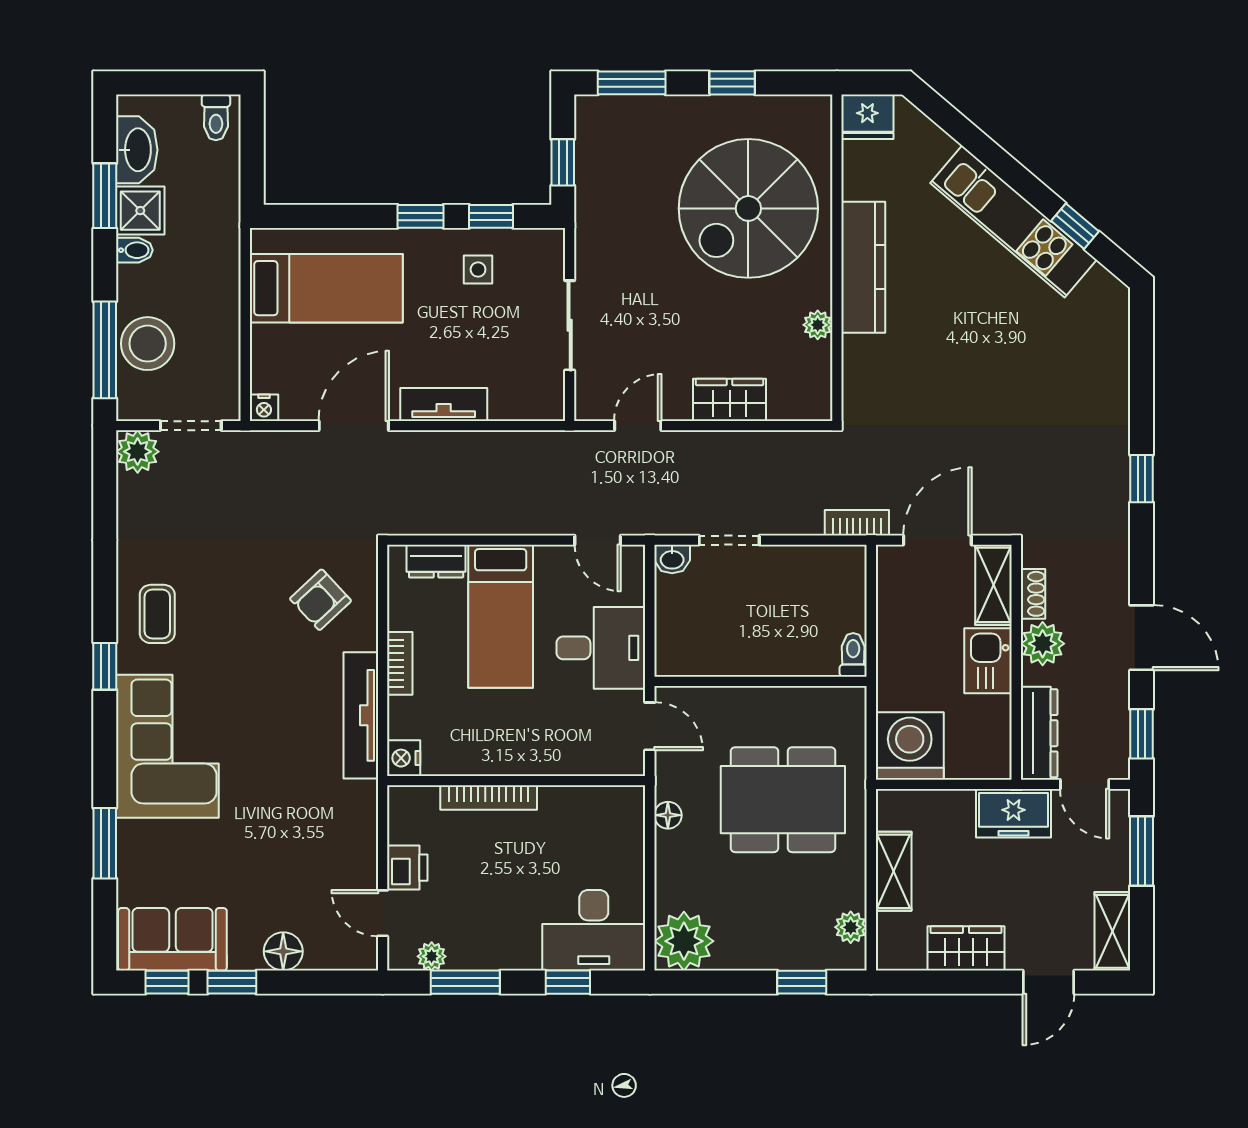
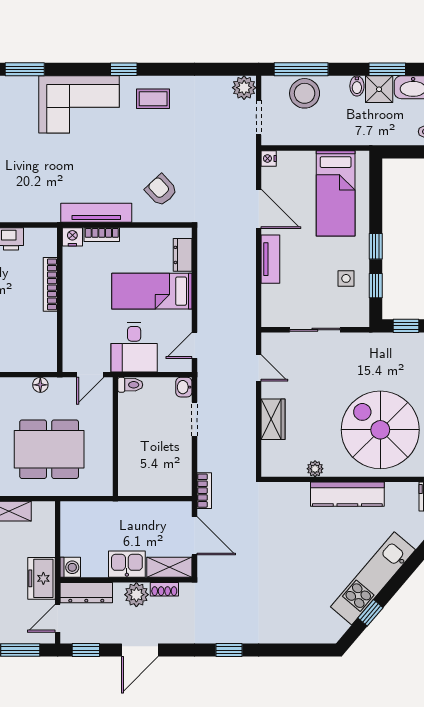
toilet: (853, 655) -> (130, 385), moved
bookcase: (400, 663) -> (102, 235), moved
washing machine: (910, 746) -> (70, 567), moved, width x0.53, depth x0.53
dining table: (783, 800) -> (49, 449), turned 90

